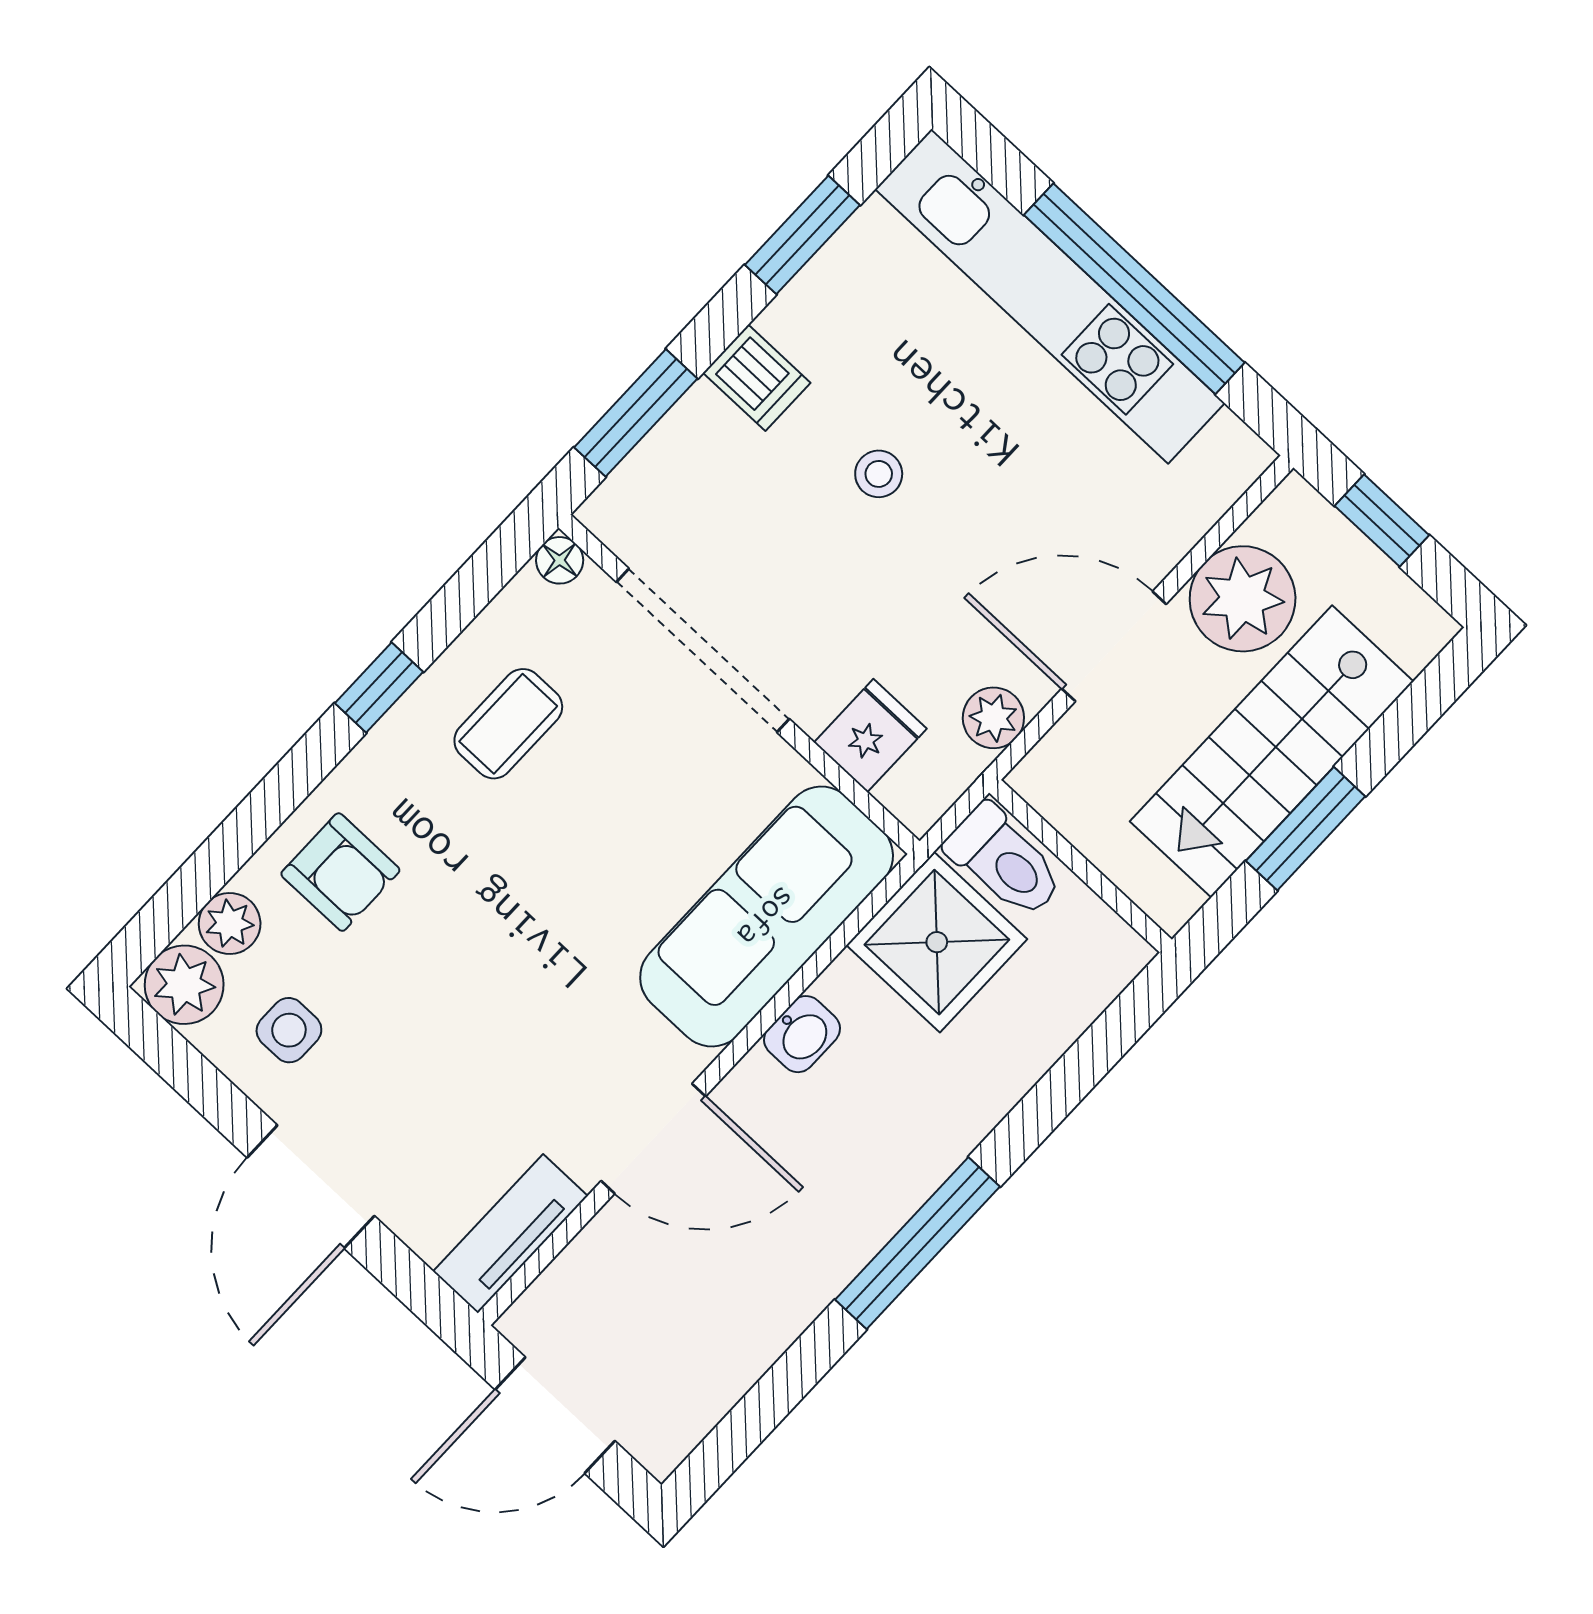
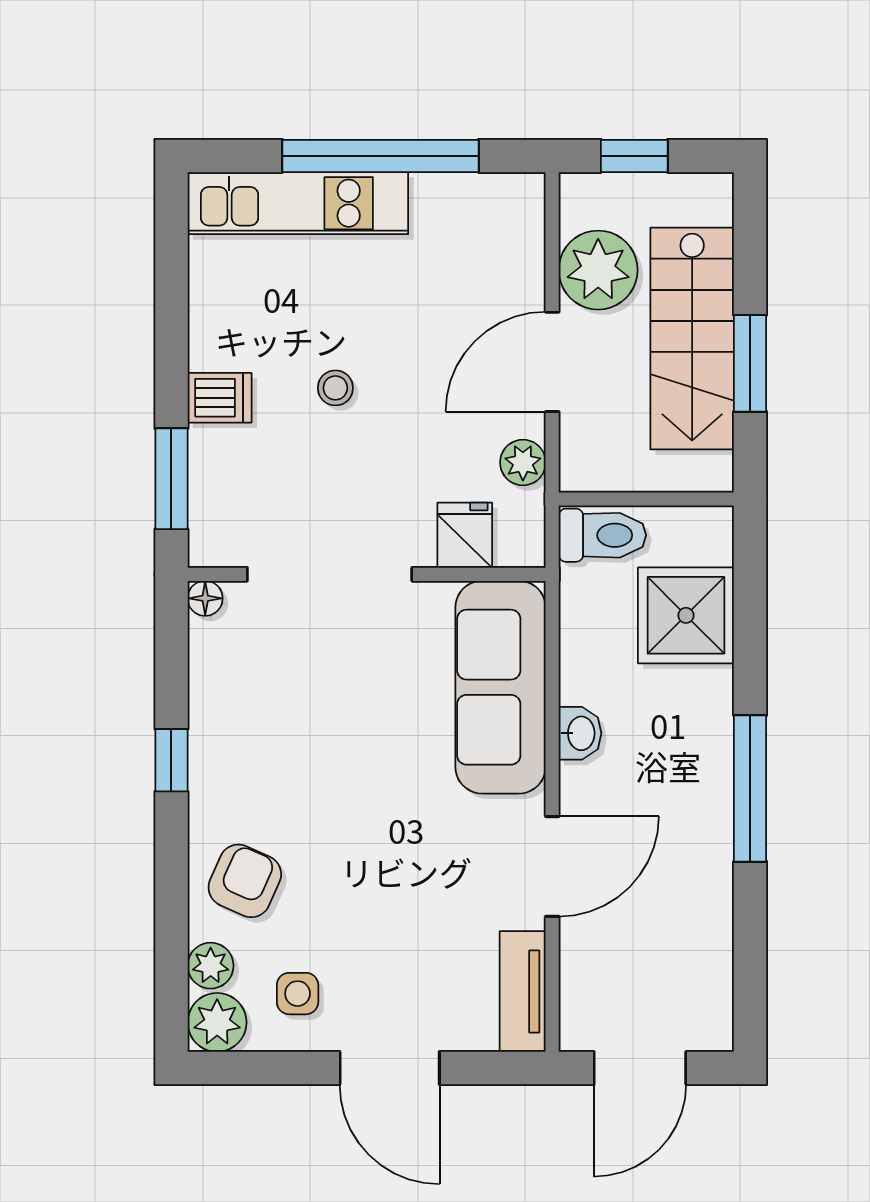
window: (802, 235) -> (171, 296), removed
kitchen unit: (1050, 296) -> (298, 203), width x0.73
coffee table: (508, 724) -> (261, 714), removed
armchair: (340, 872) -> (245, 881), turned -66
shower: (937, 942) -> (686, 615), moved

